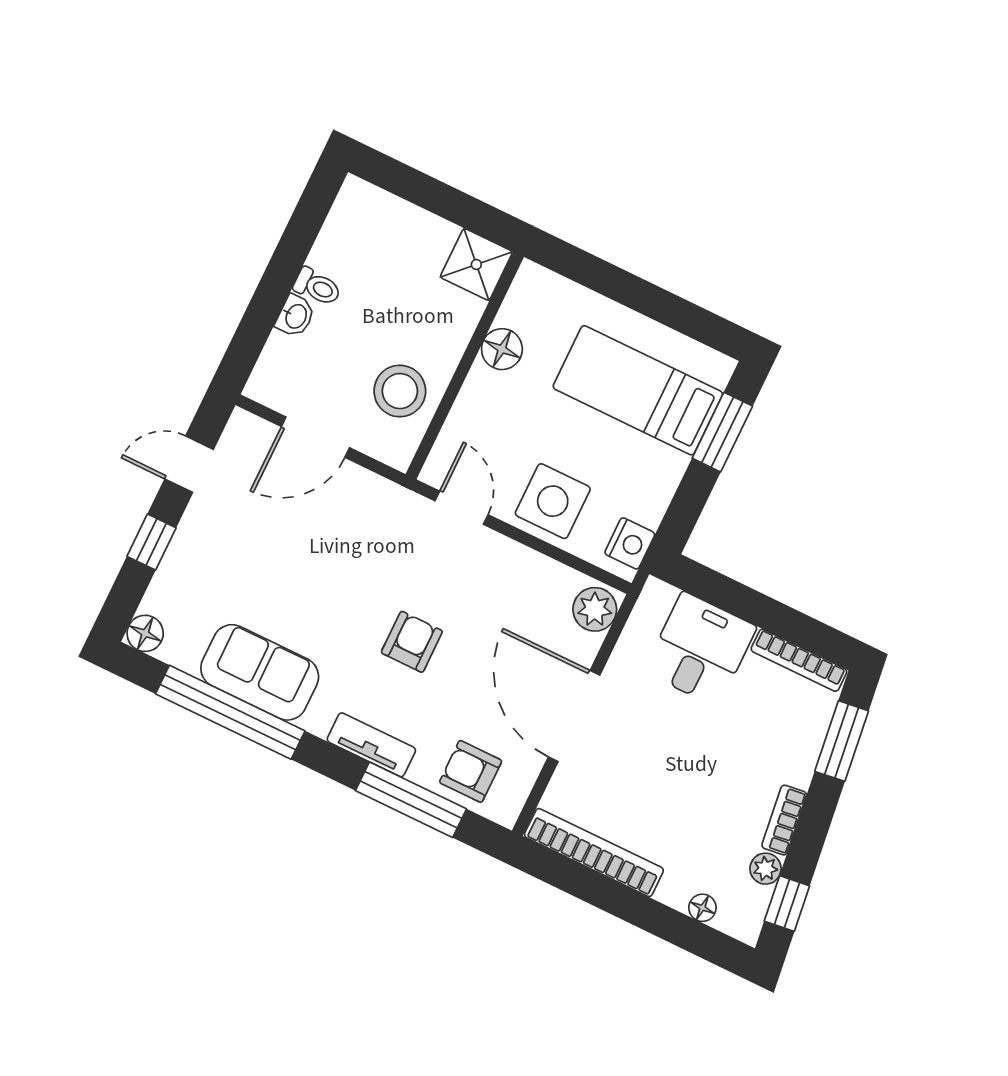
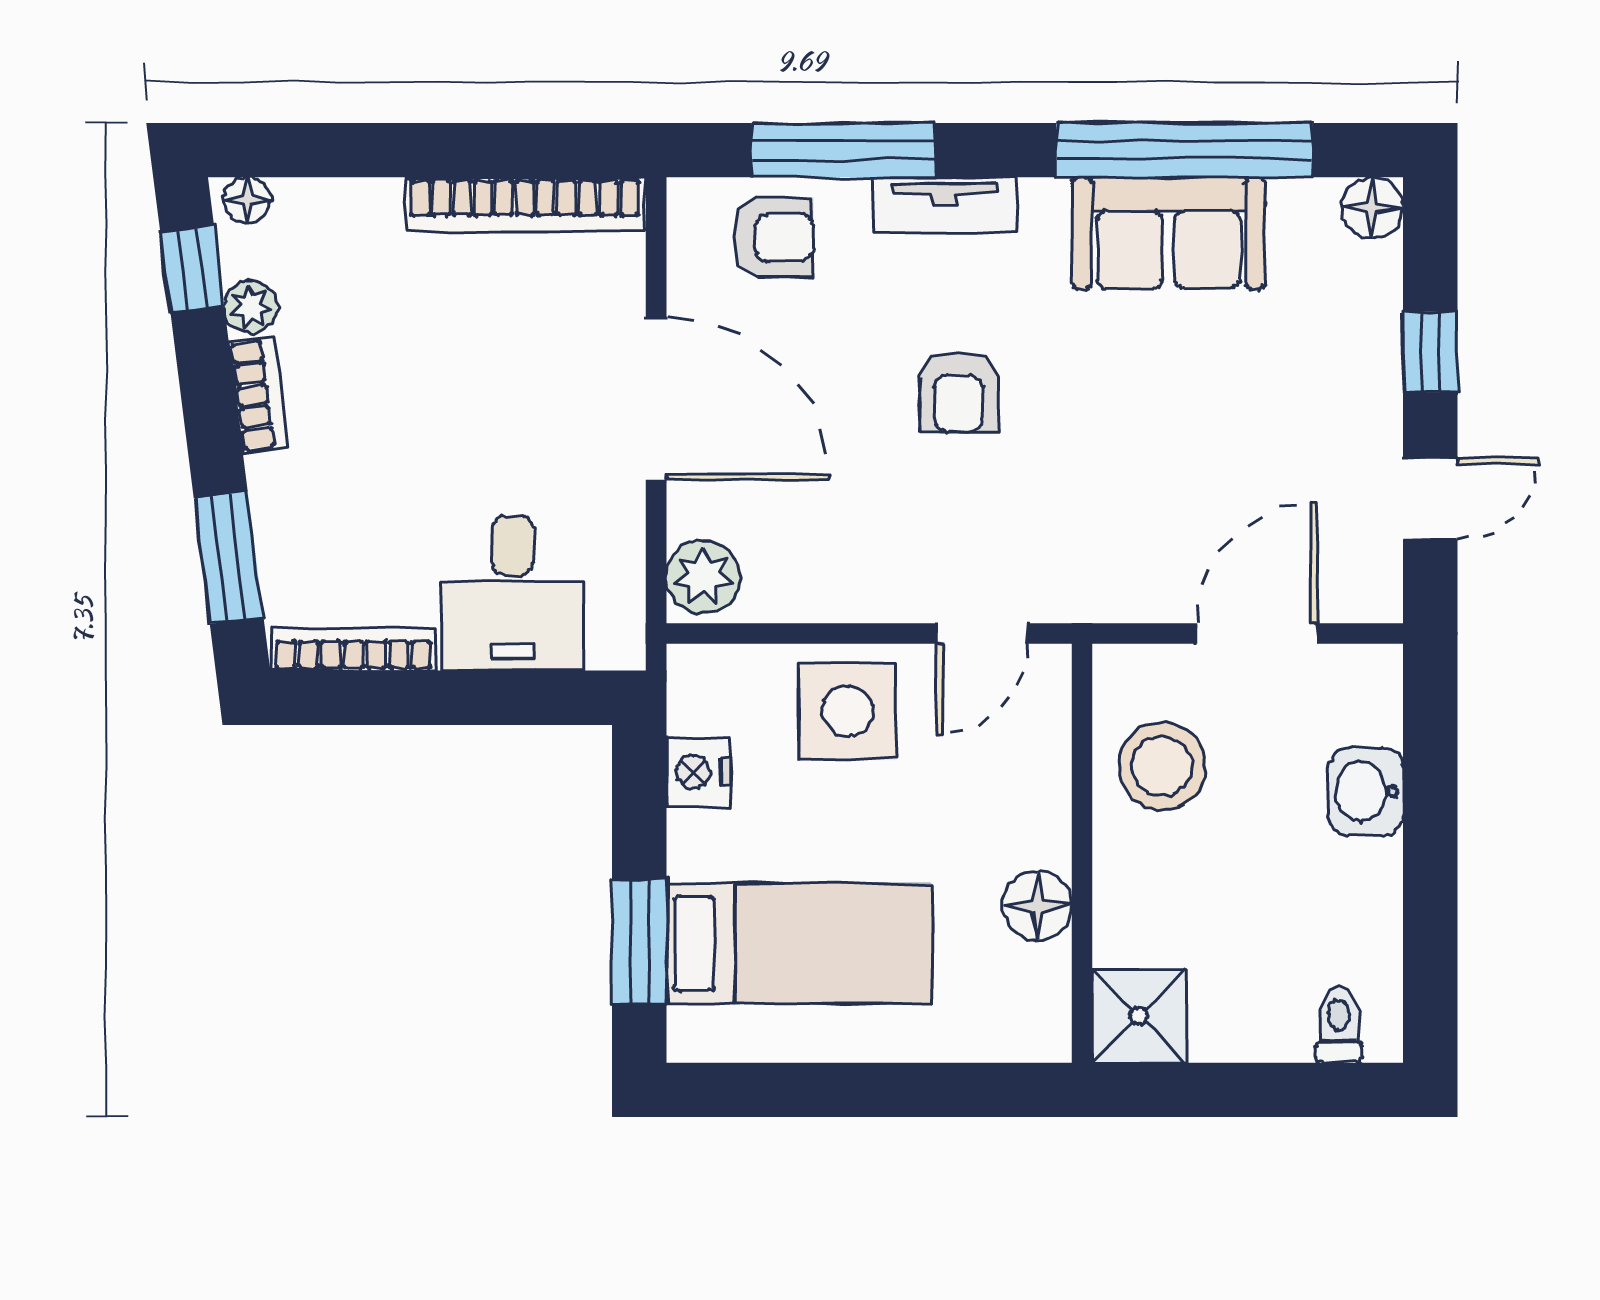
toilet: (317, 287) -> (1339, 1025), moved, turned 90
washbasin: (295, 316) -> (1366, 792), width x1.38, depth x1.45
door: (461, 508) -> (982, 633), hinge flipped
nightstand: (630, 543) -> (698, 772), moved
floor lamp: (702, 908) -> (247, 200), moved

